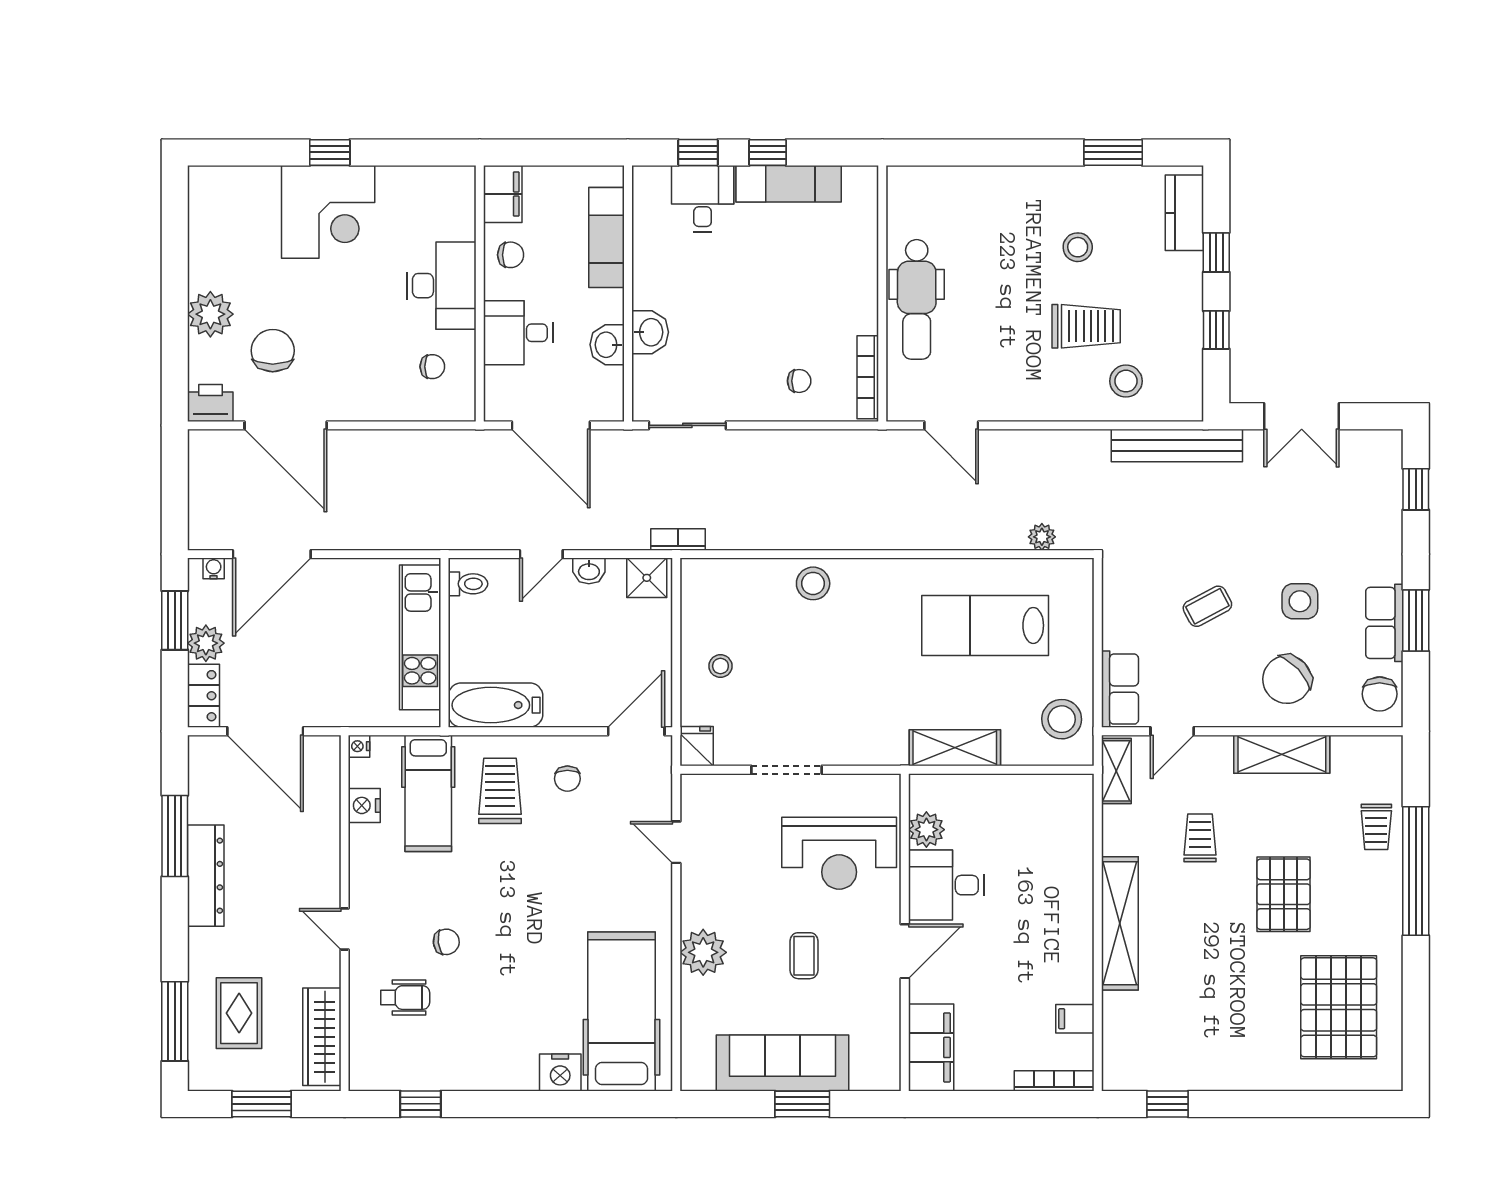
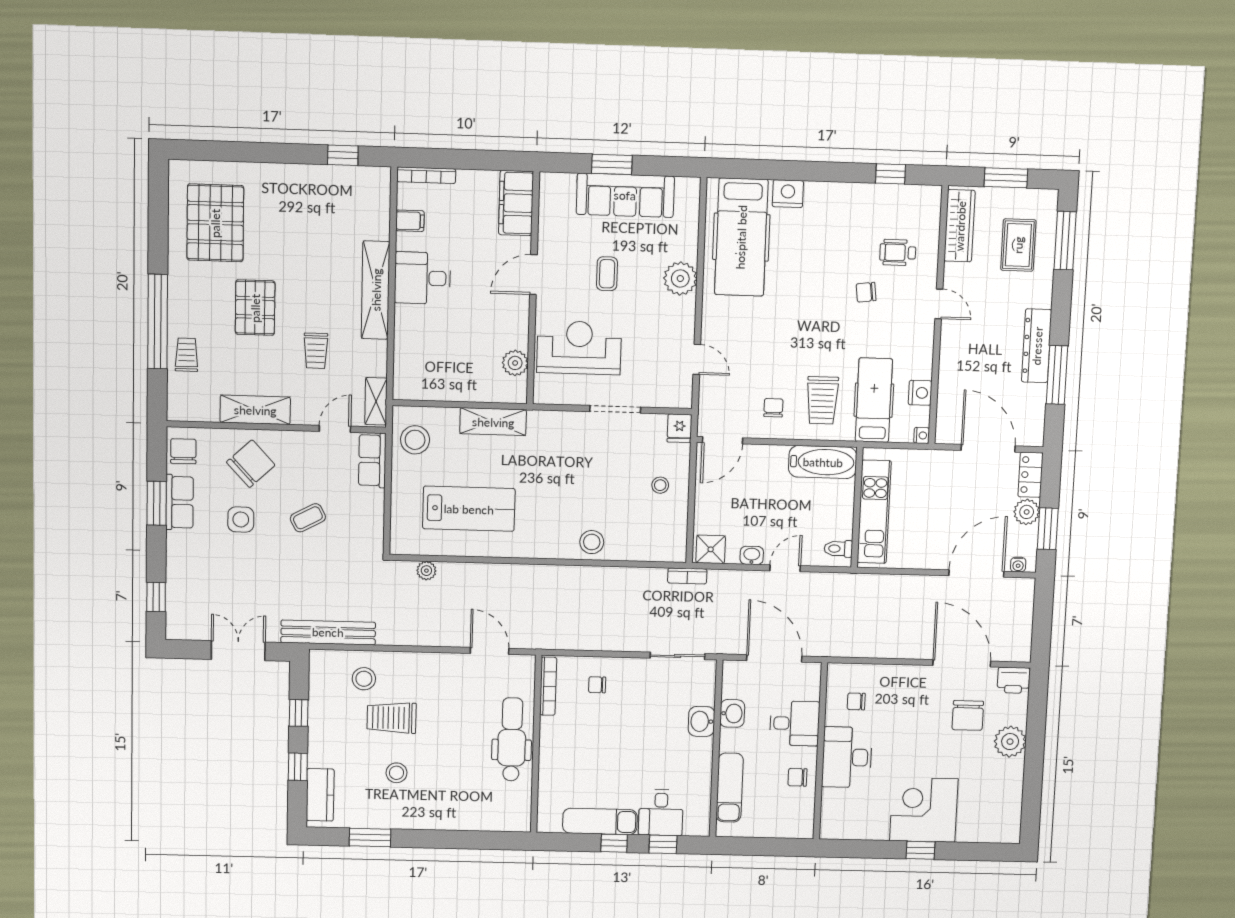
filing cabinet: (503, 194) -> (801, 819), removed
desk: (946, 885) -> (422, 278), moved, turned 180

